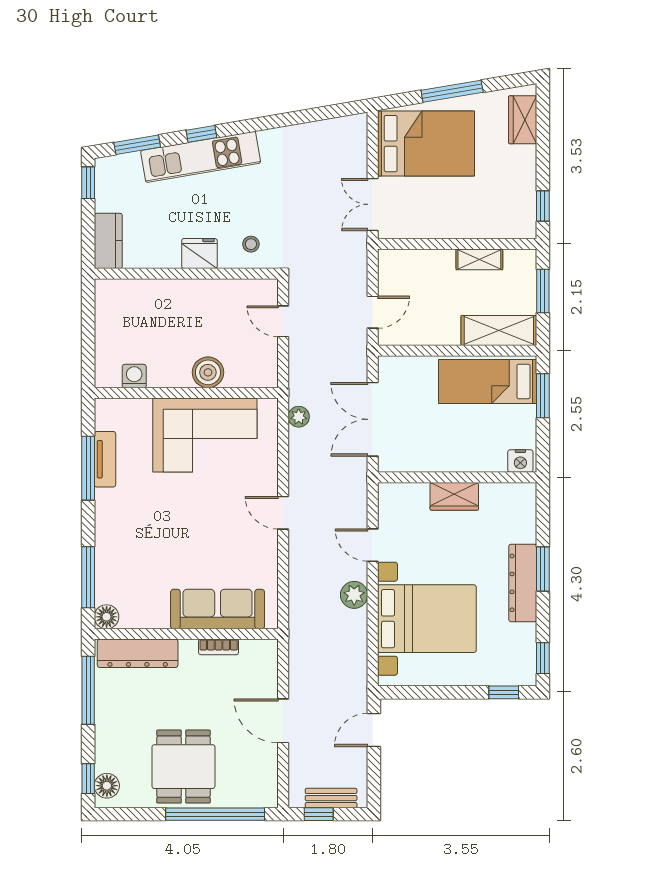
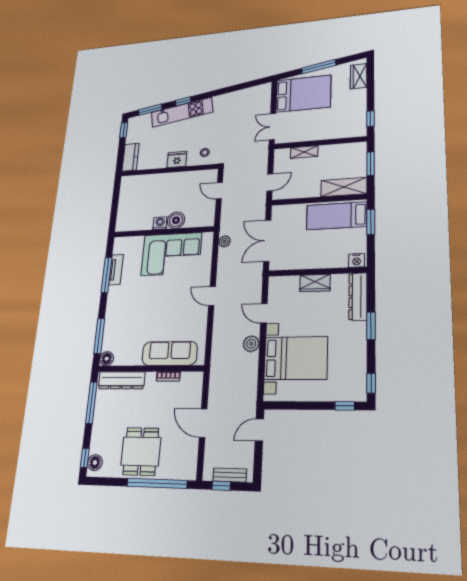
shelving: (479, 259) -> (304, 152), moved
washing machine: (134, 376) -> (160, 223), moved
dresser: (523, 583) -> (358, 297), moved

